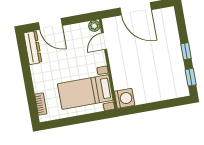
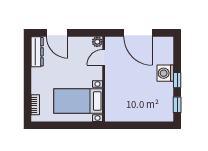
washing machine: (125, 98) -> (165, 73), moved, turned 180

